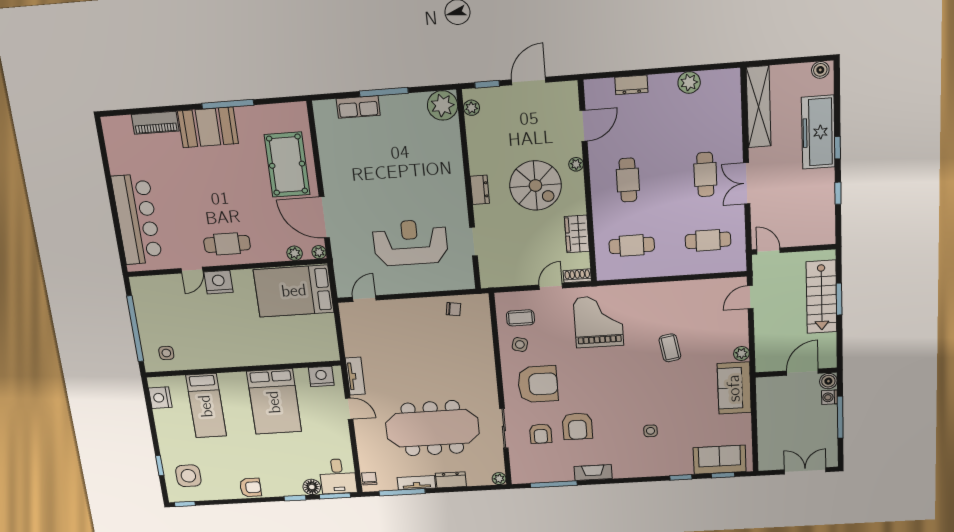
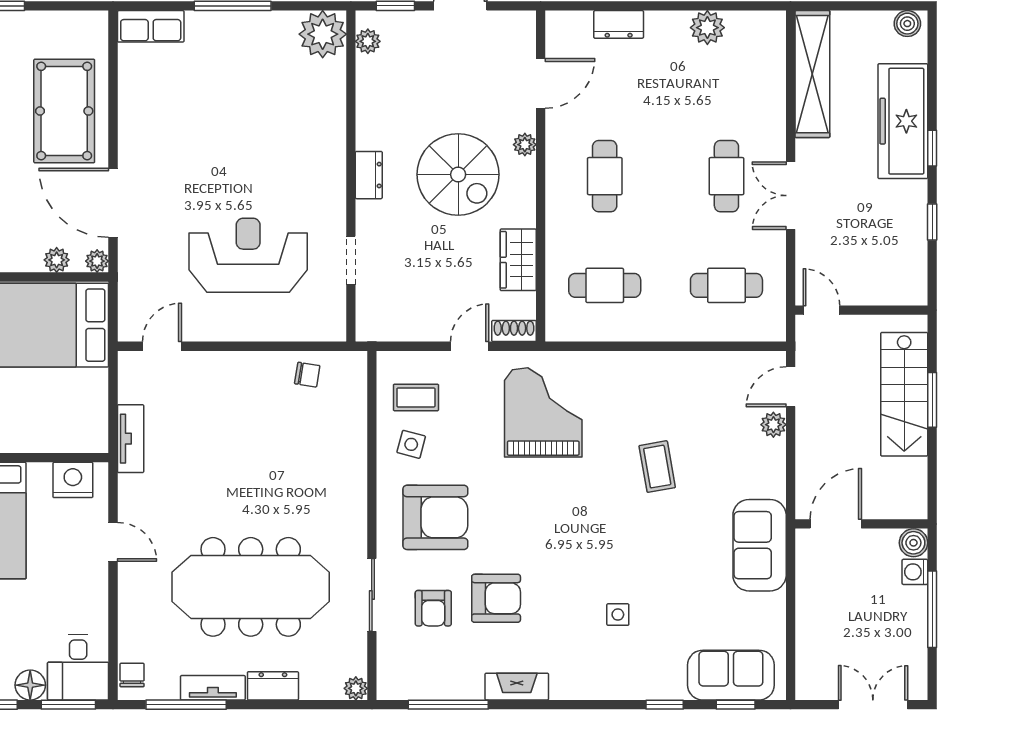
row of seats: (358, 107) -> (151, 26), moved
plant: (741, 354) -> (773, 425), moved
door: (802, 372) -> (836, 524), moved
tv unit: (355, 376) -> (131, 439), moved
armchair: (577, 426) -> (496, 598), turned -90

